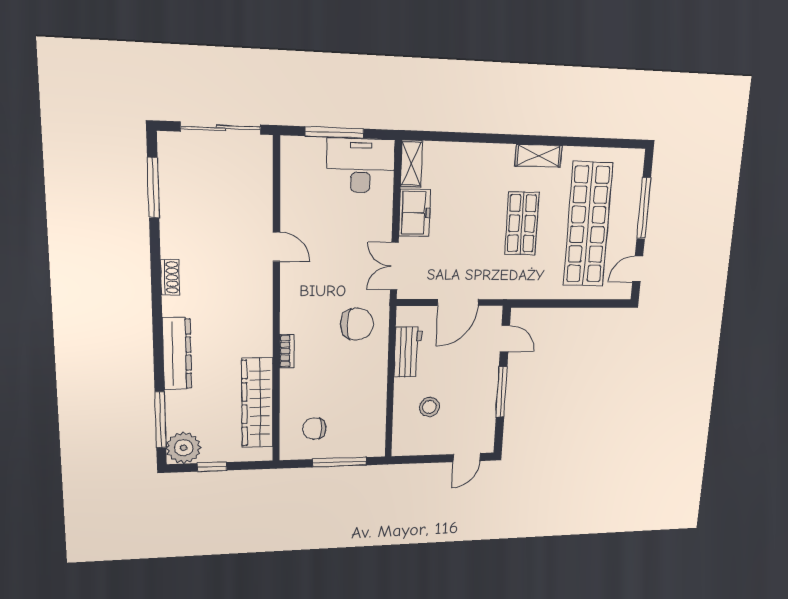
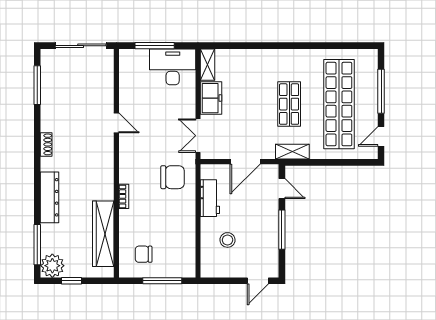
shelving: (539, 156) -> (292, 152), moved

